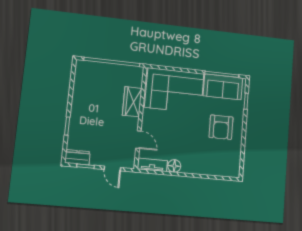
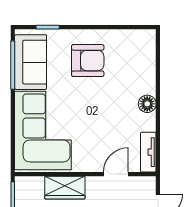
floor lamp: (174, 166) -> (147, 104), moved

